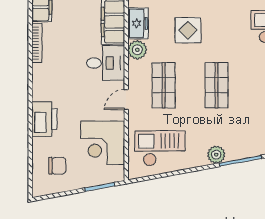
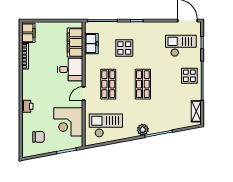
plant: (137, 50) -> (91, 61), removed
printer: (44, 119) -> (27, 106), width x0.53, depth x0.68

